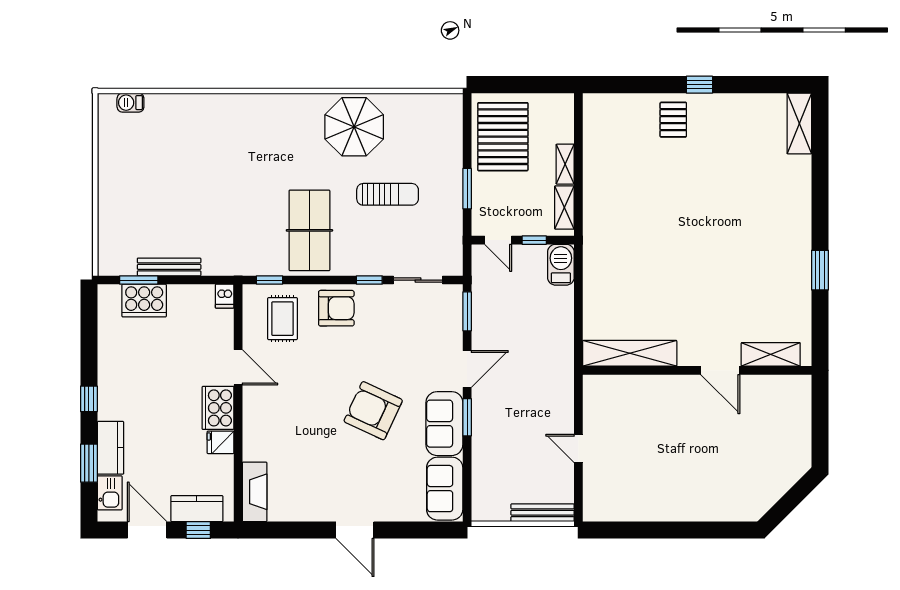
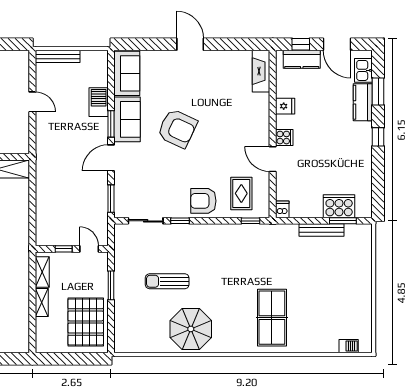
table tennis table: (309, 230) -> (272, 318), moved
barbecue: (561, 265) -> (99, 102), moved, turned 180
cooker: (218, 408) -> (284, 138), width x0.53, depth x0.76

